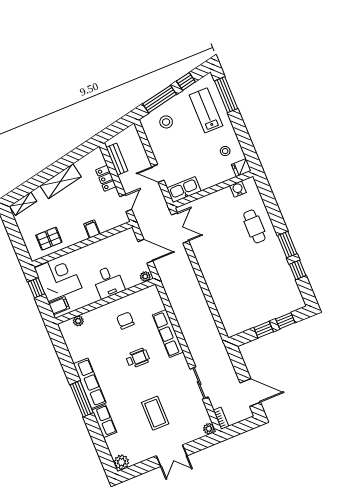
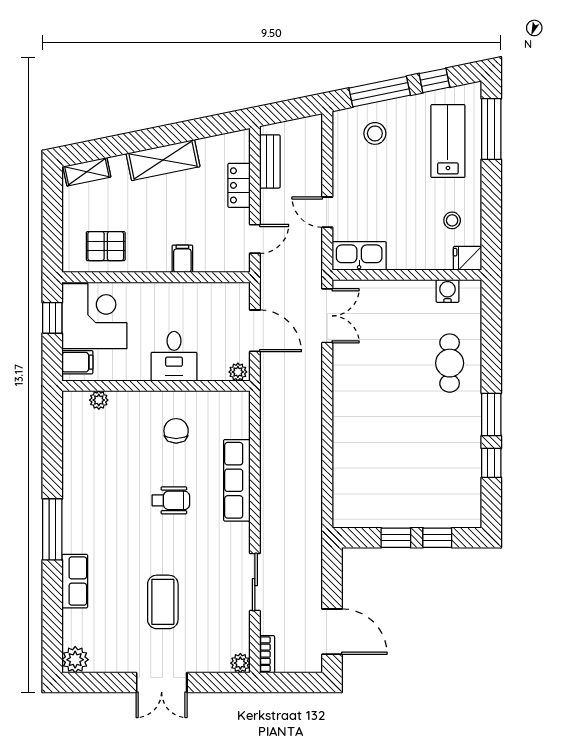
row of seats: (90, 383) -> (76, 509), removed

